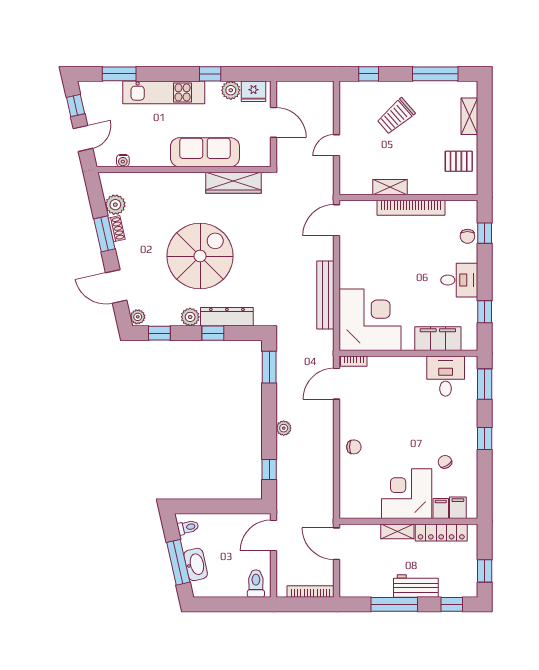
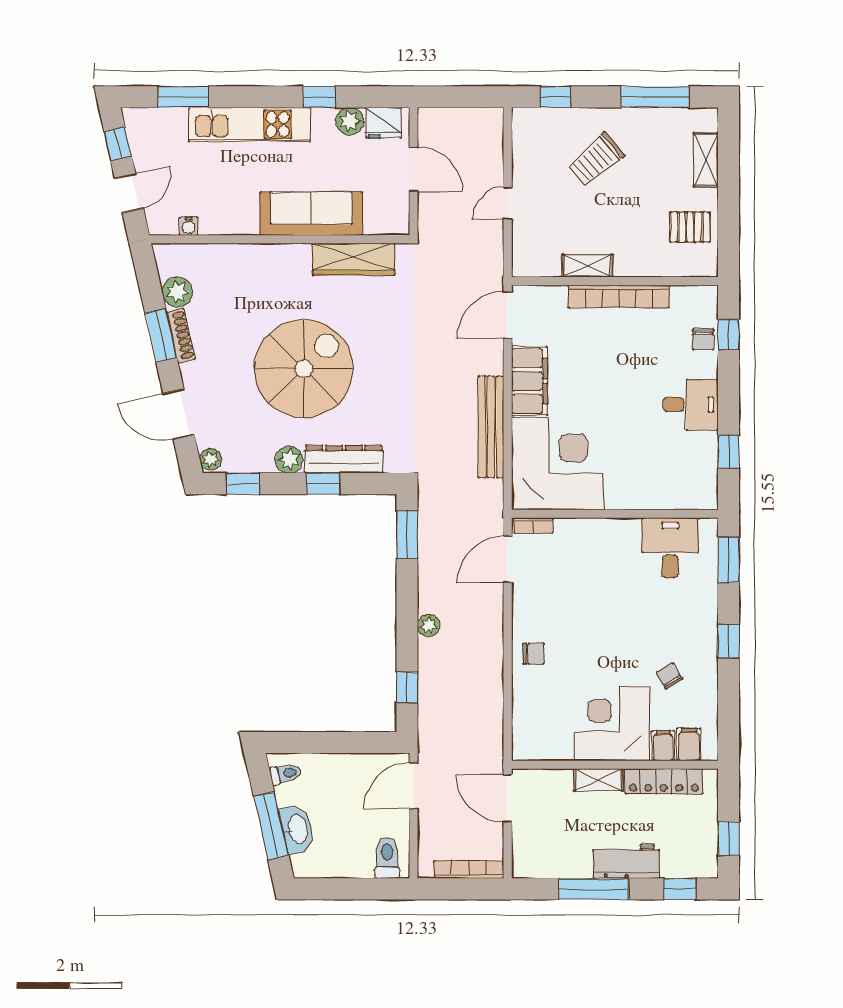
shoe rack: (117, 229) -> (181, 336), width x1.43
filing cabinet: (438, 339) -> (529, 381), moved, turned 90

